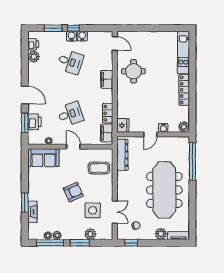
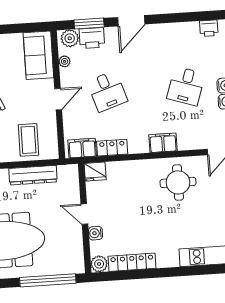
plant: (34, 57) -> (70, 38), moved
locker: (184, 90) -> (132, 262), moved
dresser: (122, 155) -> (33, 175), moved

